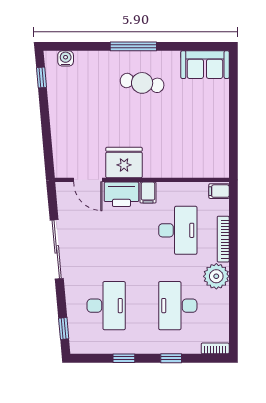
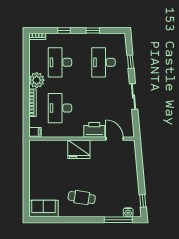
window: (133, 46) -> (118, 220), moved
fridge: (124, 162) -> (79, 149), moved
filing cabinet: (148, 193) -> (78, 131), removed
sliding door: (57, 249) -> (134, 97), width x0.73
desk: (178, 306) -> (60, 62), turned 180
window: (64, 328) -> (130, 62), moved

